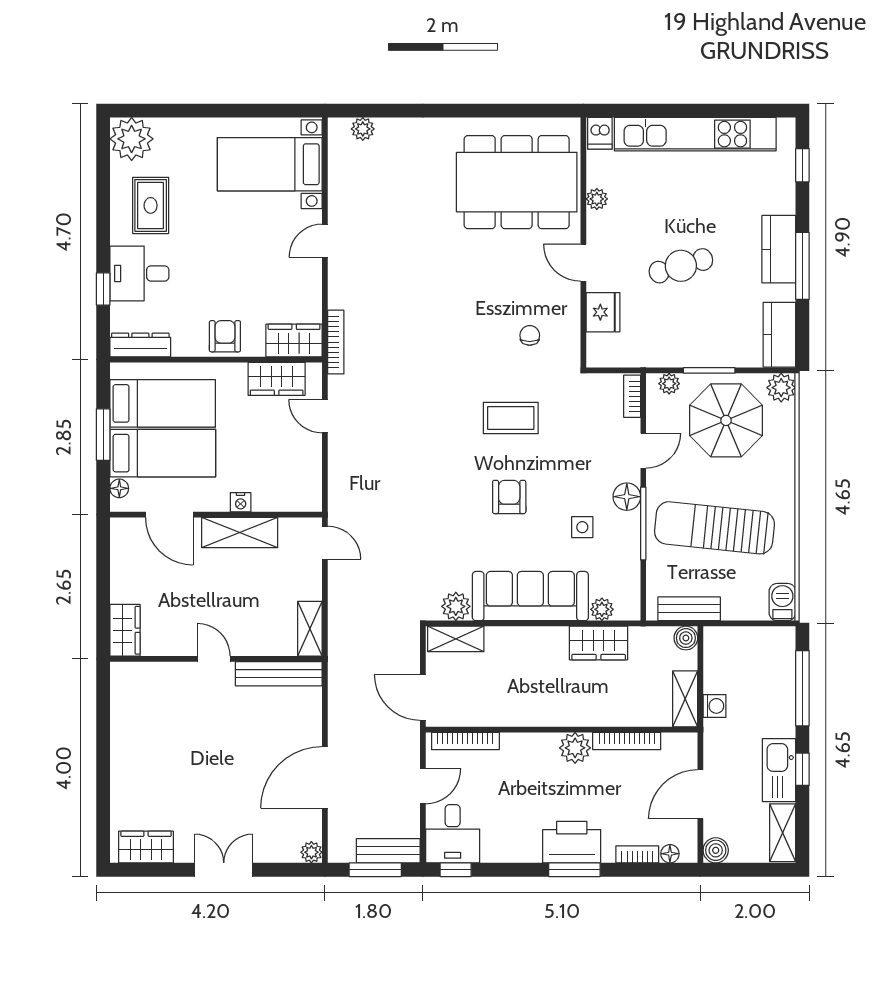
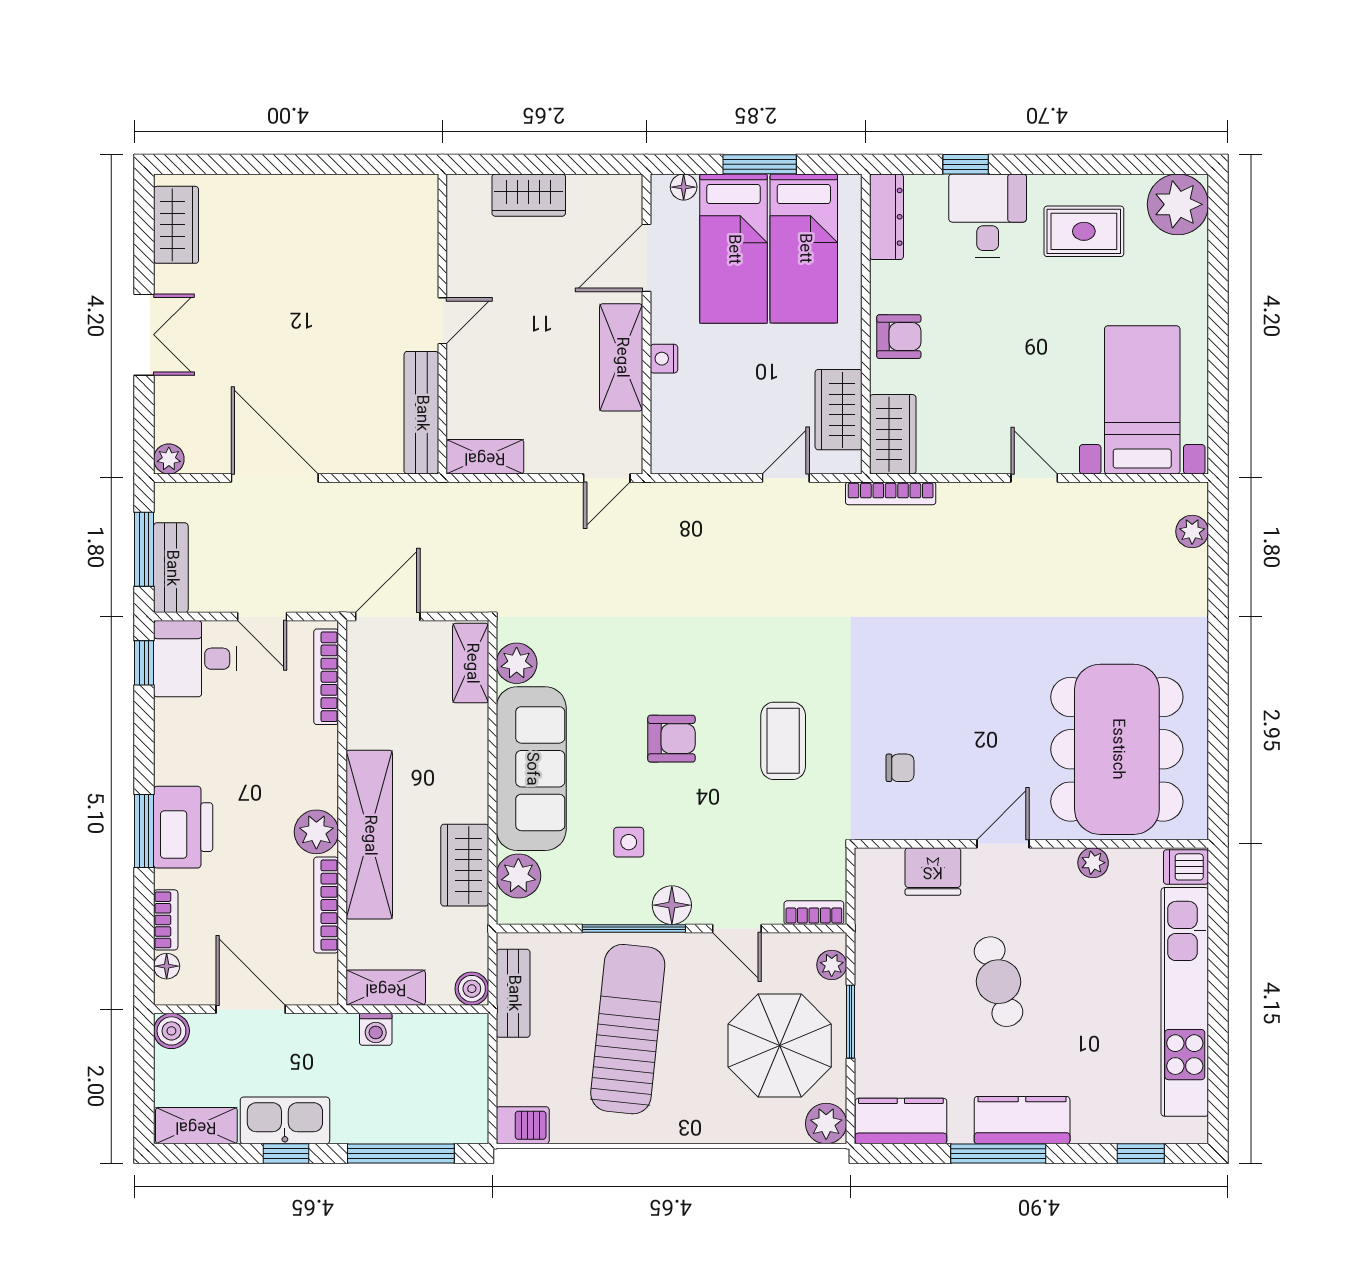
plant: (602, 609) -> (518, 876), width x1.38, depth x1.38
wardrobe: (125, 630) -> (529, 195), moved
shelving: (577, 711) -> (369, 835), added

